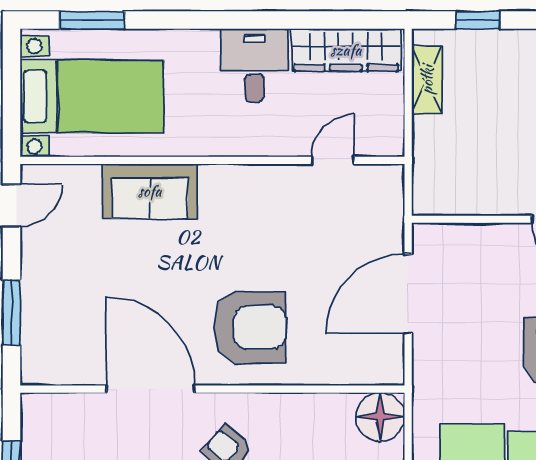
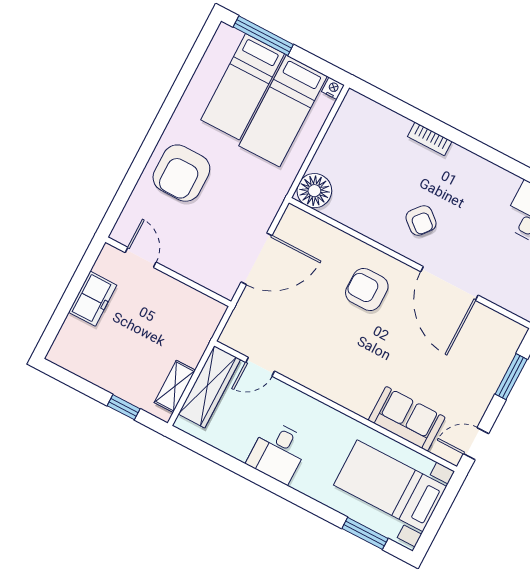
wardrobe: (346, 50) -> (209, 387), moved, turned 90
sofa: (150, 191) -> (407, 419), moved
armchair: (250, 327) -> (367, 289), width x0.73, depth x0.73

